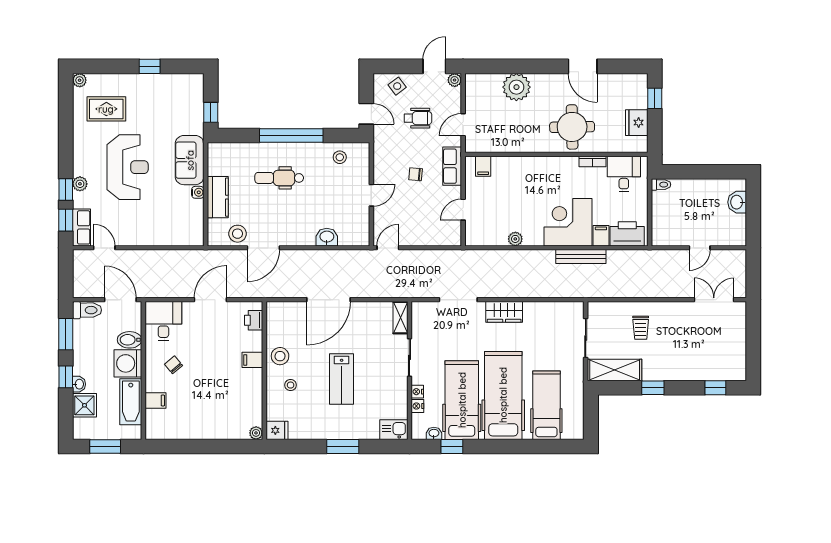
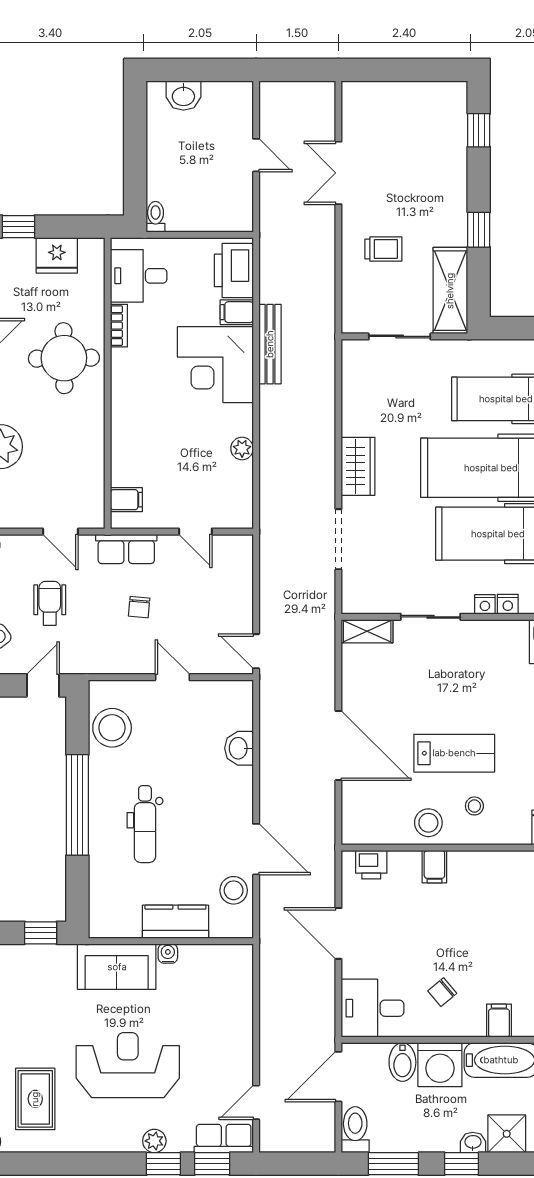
stool: (340, 157) -> (112, 728), width x1.89, depth x1.89
double door: (714, 300) -> (338, 173), moved
lab bench: (342, 379) -> (454, 753), moved

